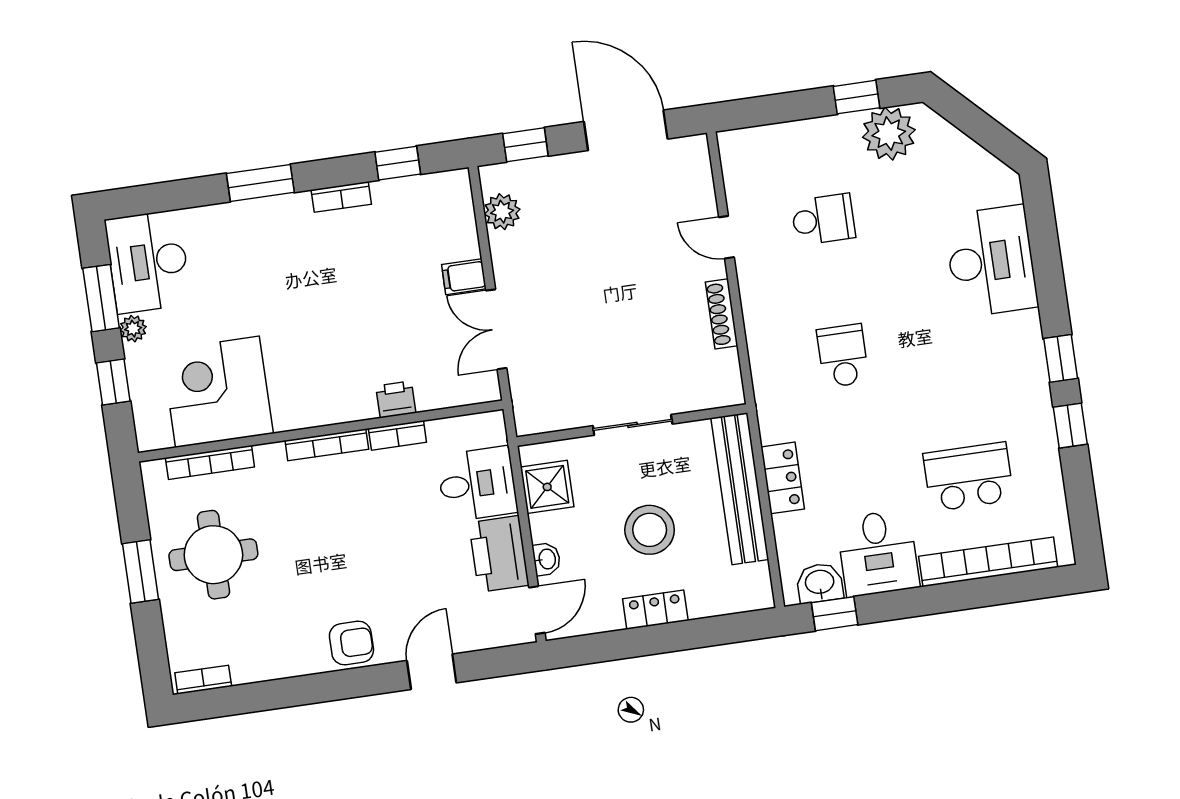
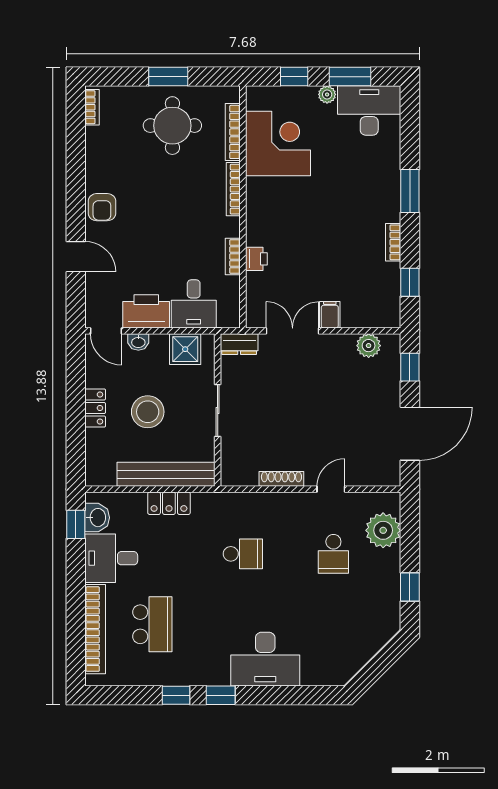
plant: (889, 134) -> (383, 530), moved
desk: (991, 261) -> (265, 659), moved
dresser: (528, 407) -> (239, 344), added
bookcase: (327, 445) -> (233, 189), moved

